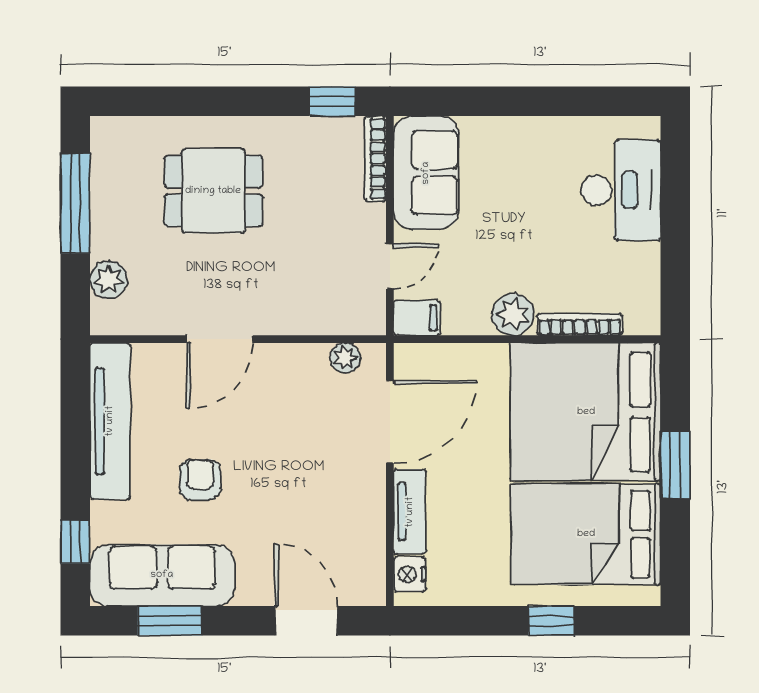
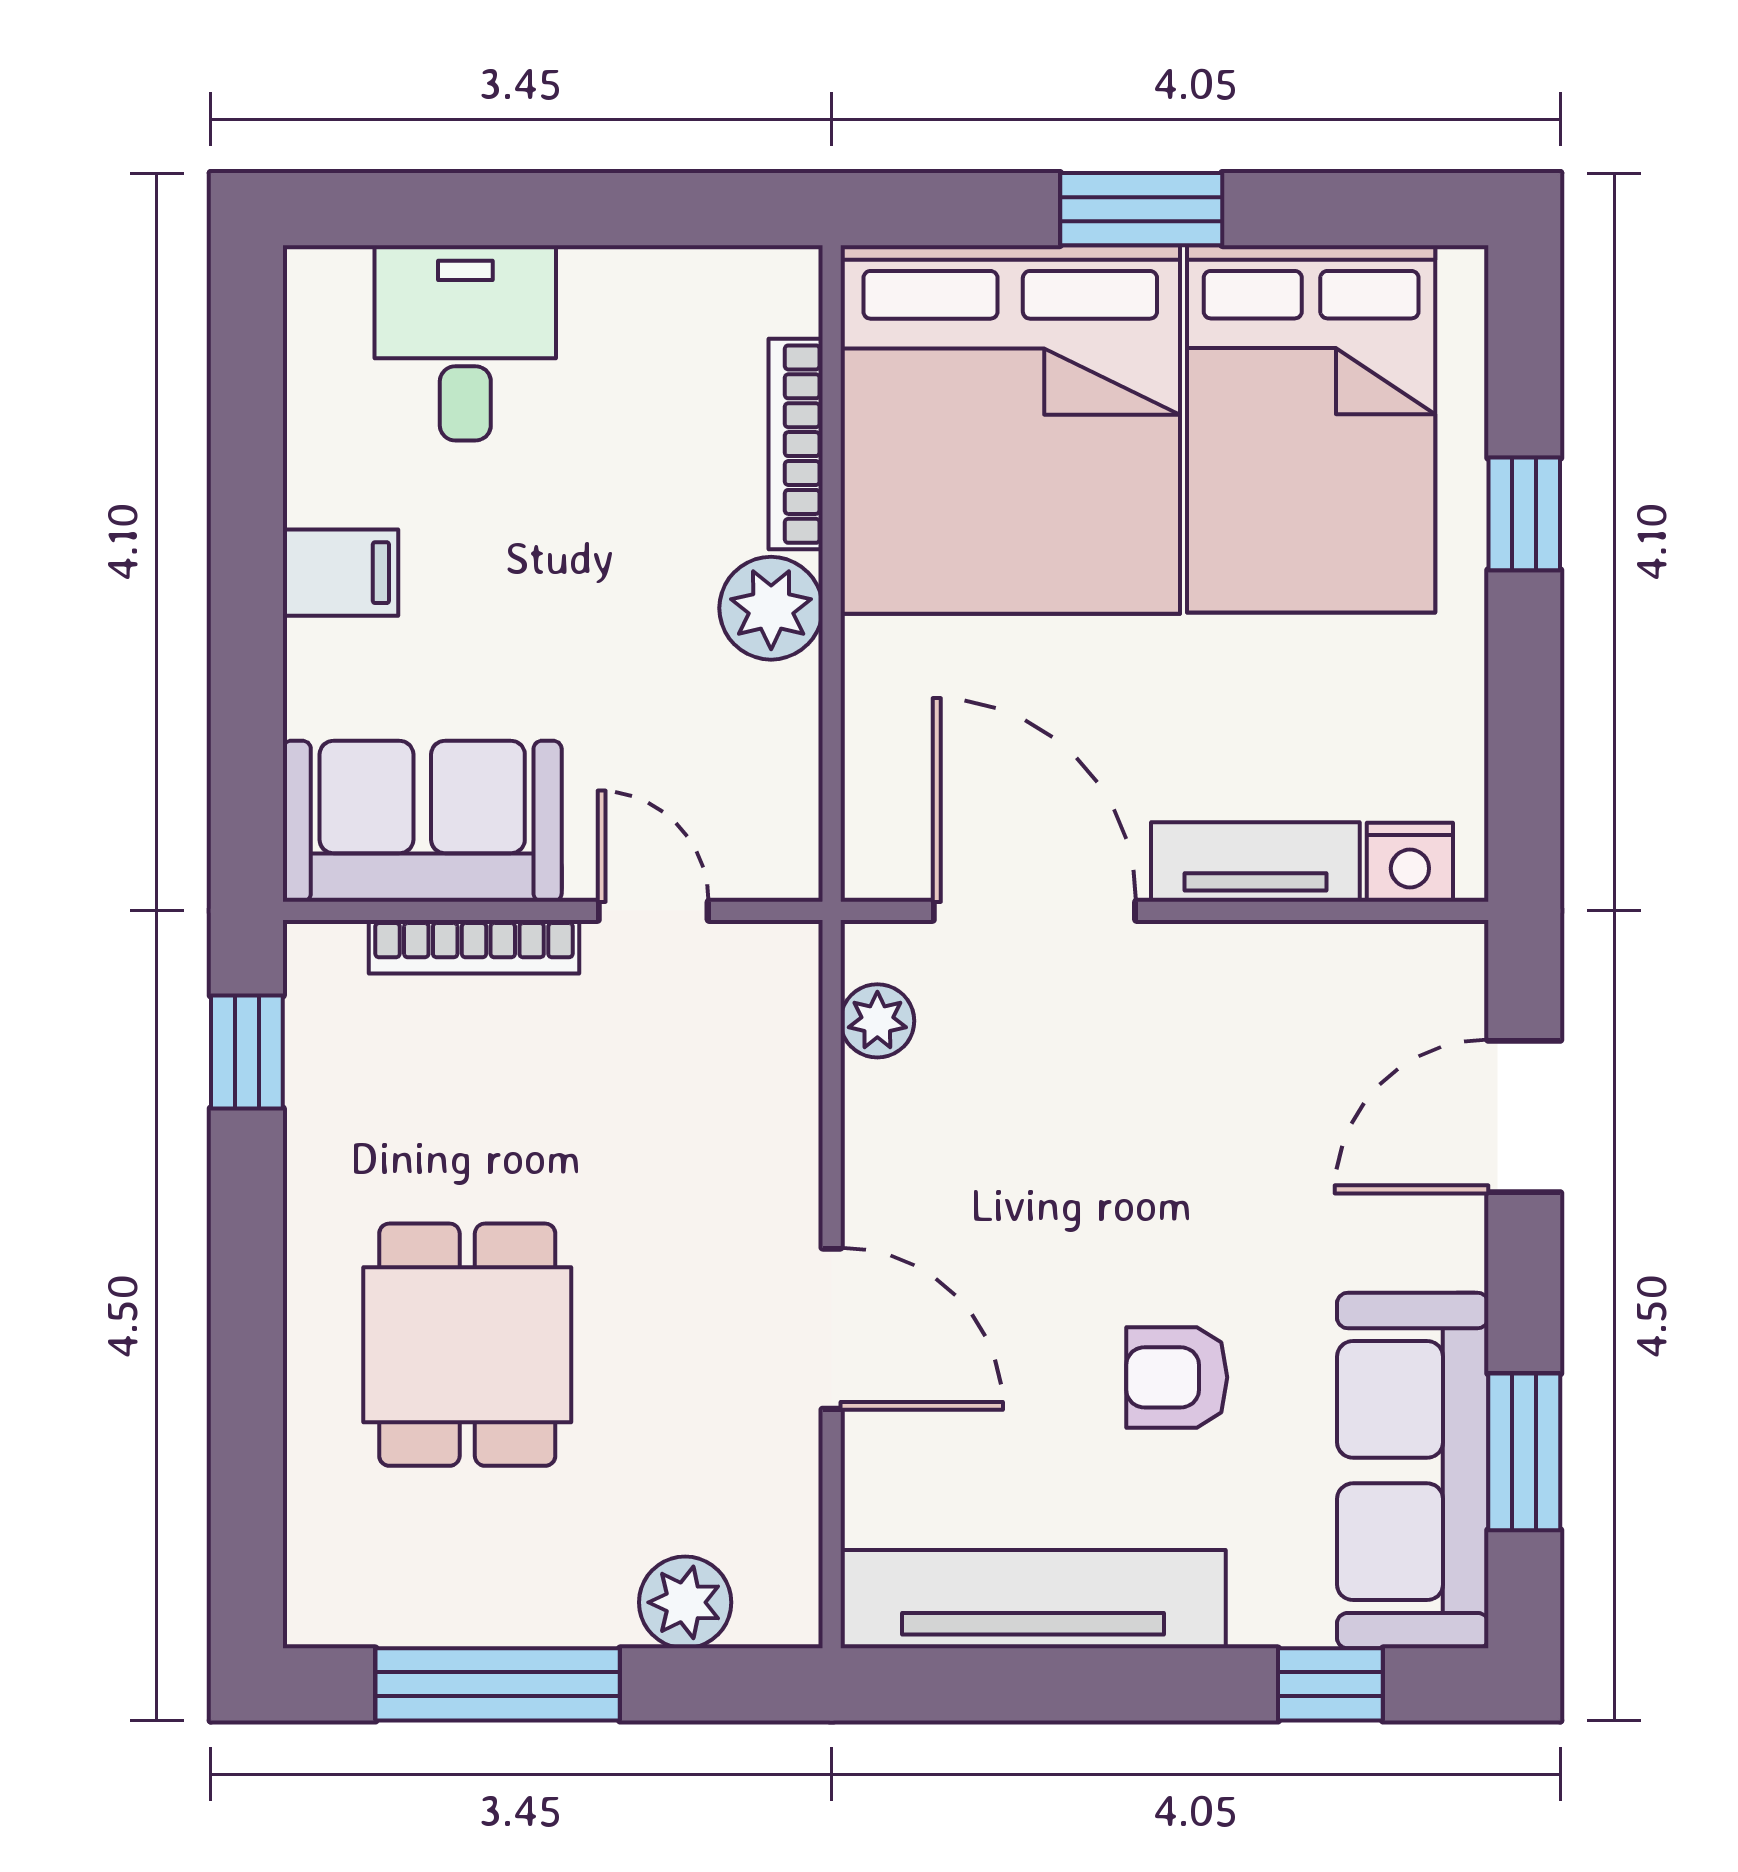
bookcase: (375, 159) -> (474, 947), moved
desk: (621, 190) -> (465, 343), width x0.73
filing cabinet: (417, 318) -> (341, 573), moved, turned 90

